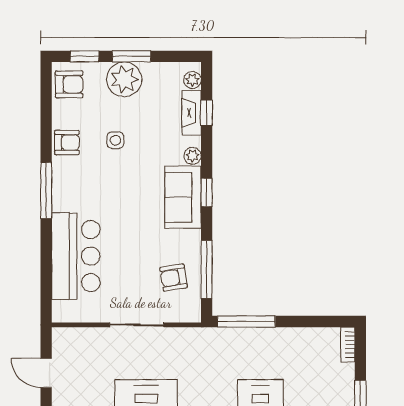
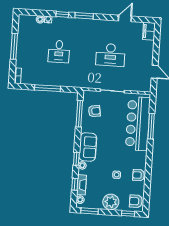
window: (132, 56) -> (90, 211), moved
window: (46, 190) -> (151, 126), moved
window: (207, 192) -> (76, 159), moved
bar counter: (76, 256) -> (138, 124), width x1.36
window: (246, 322) -> (48, 88), moved

